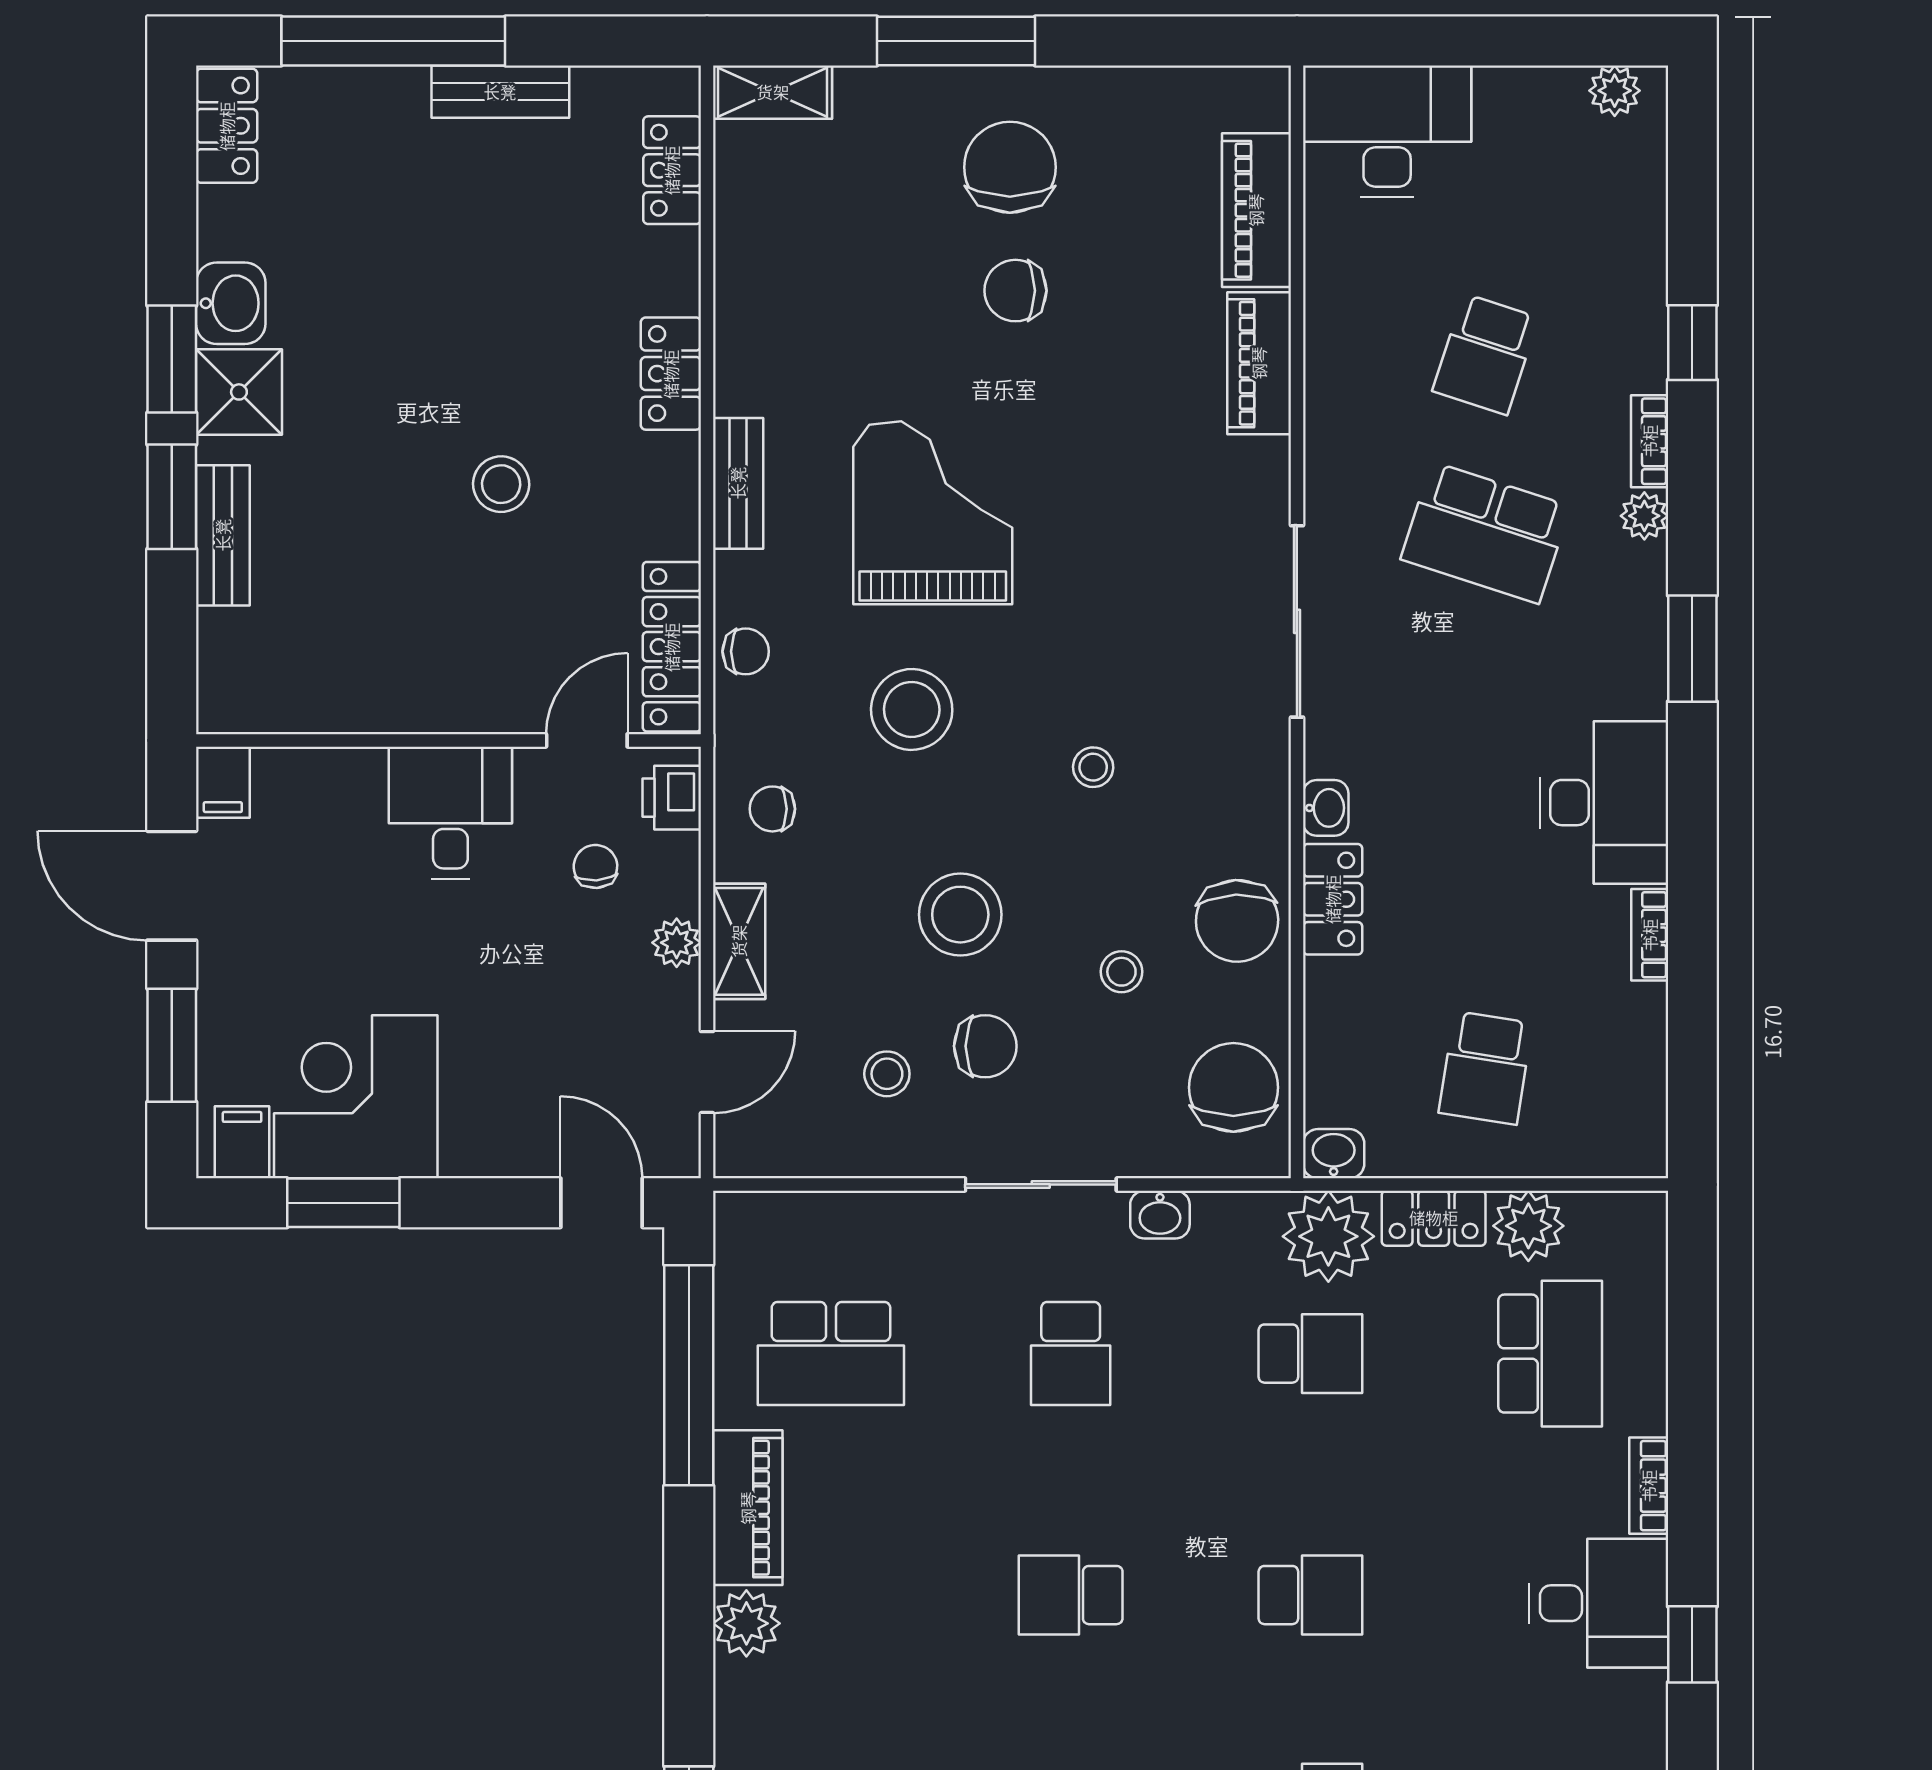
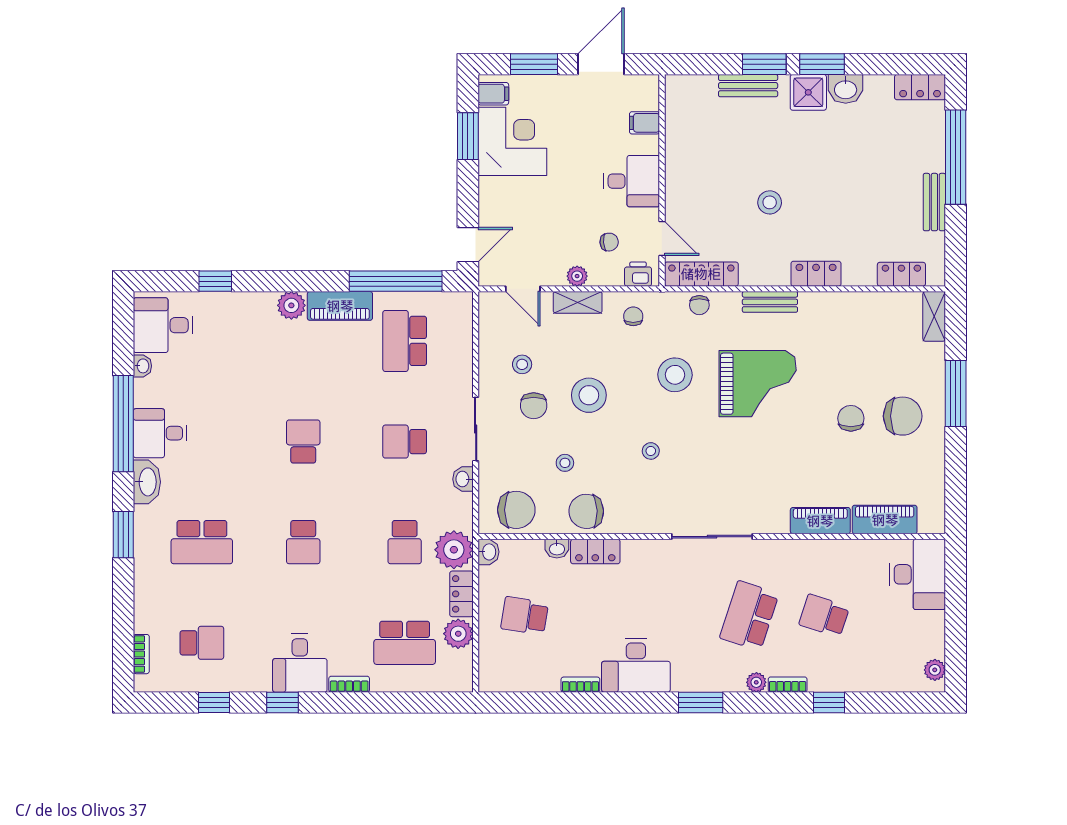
filing cabinet: (223, 782) -> (644, 123), moved
washbasin: (1326, 808) -> (557, 549), moved

